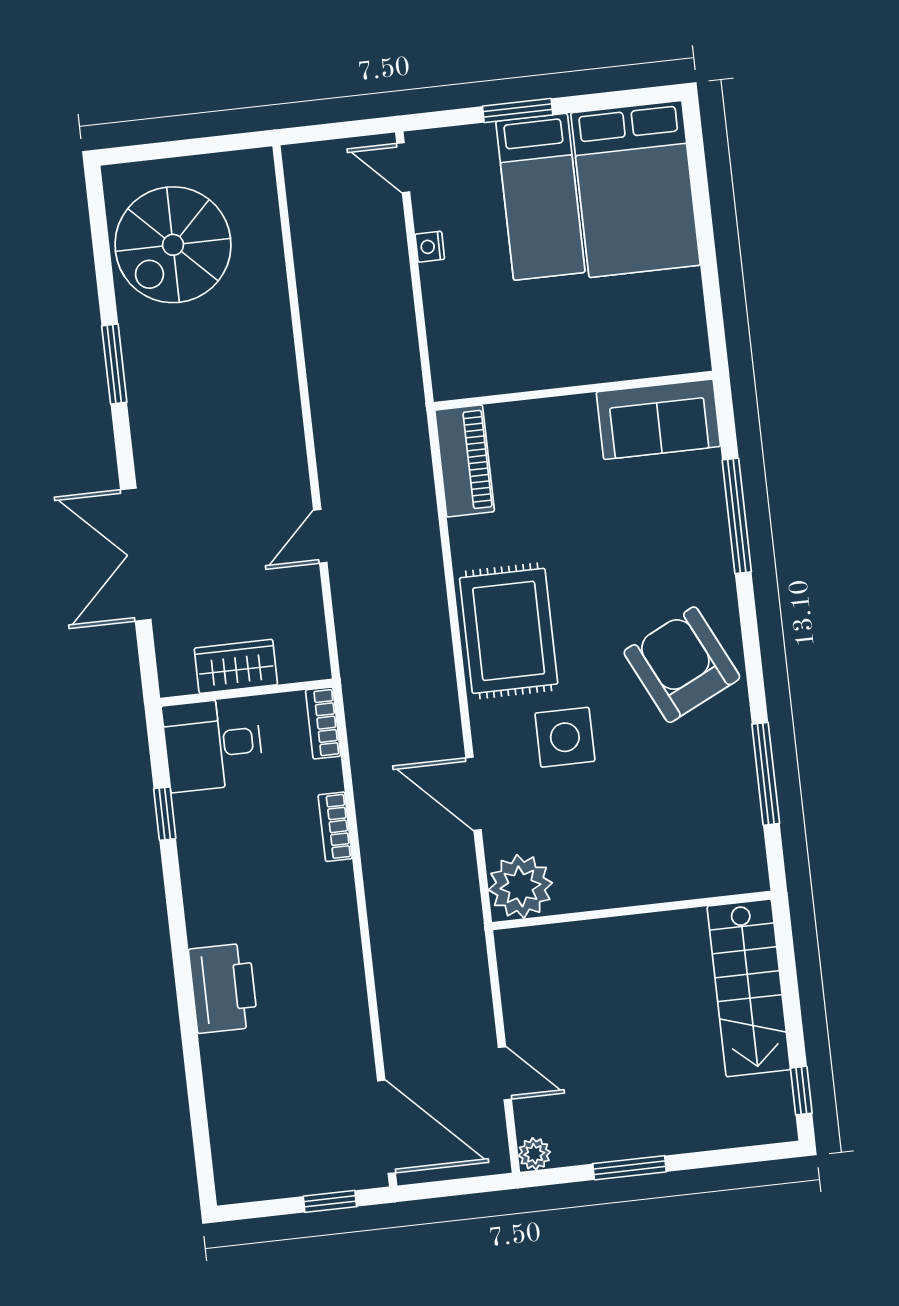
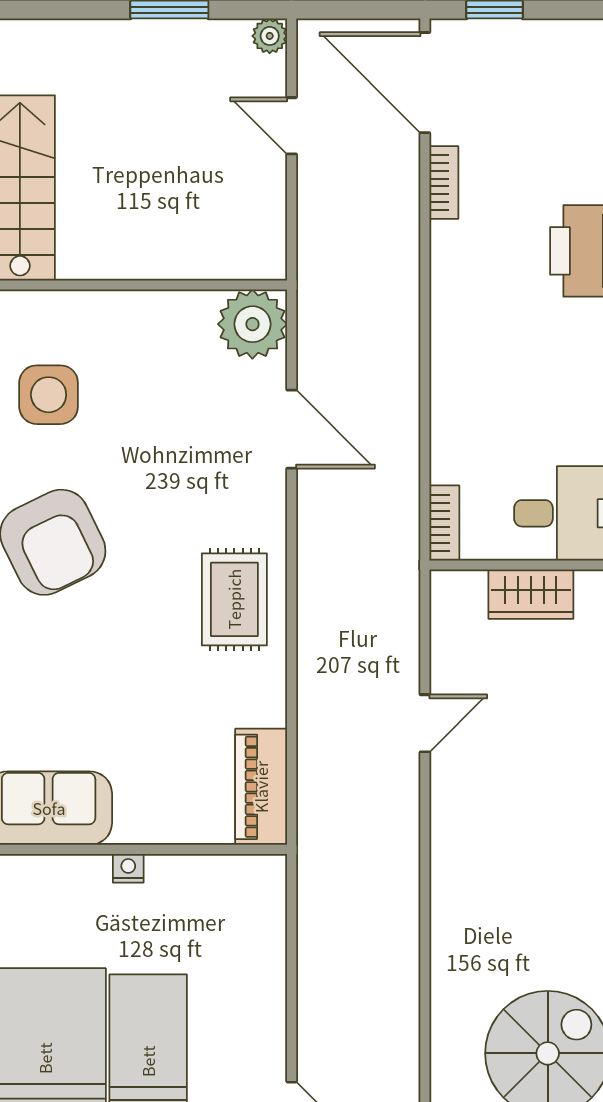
nightstand: (430, 247) -> (128, 868), moved, turned -90
rug: (509, 631) -> (234, 599), width x0.73, depth x0.70
side table: (565, 737) -> (49, 395), moved
bookcase: (335, 827) -> (444, 182), moved

